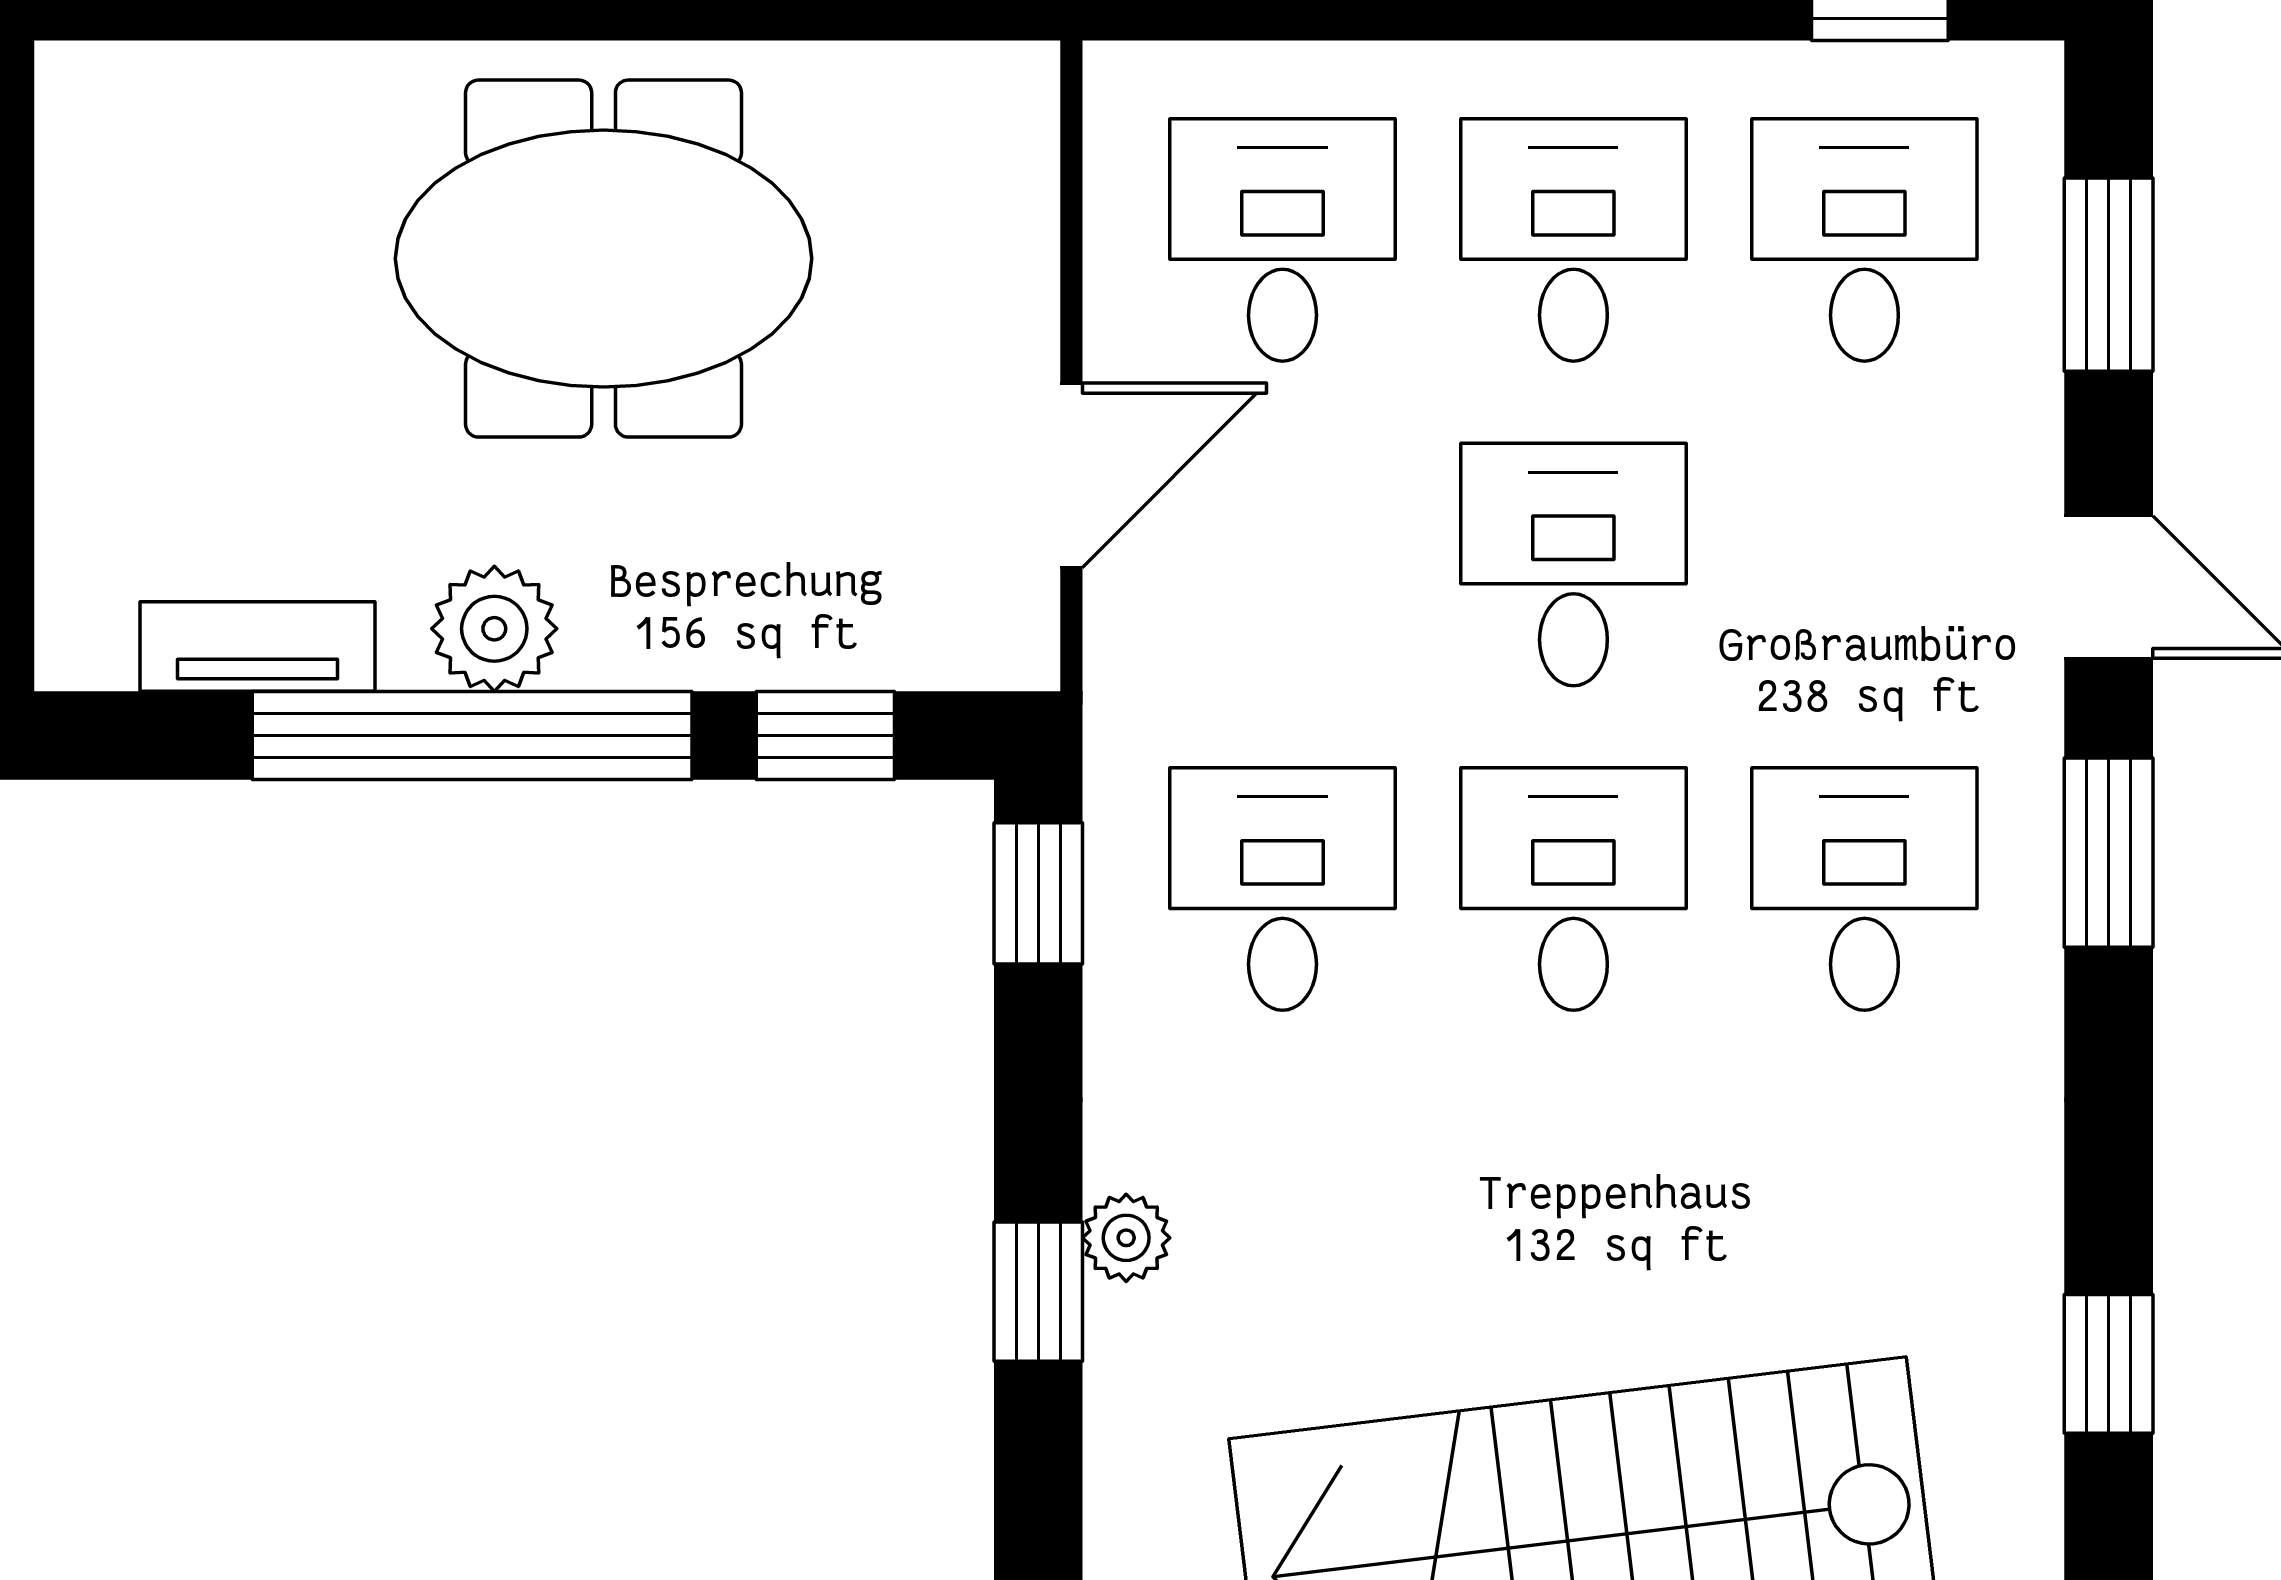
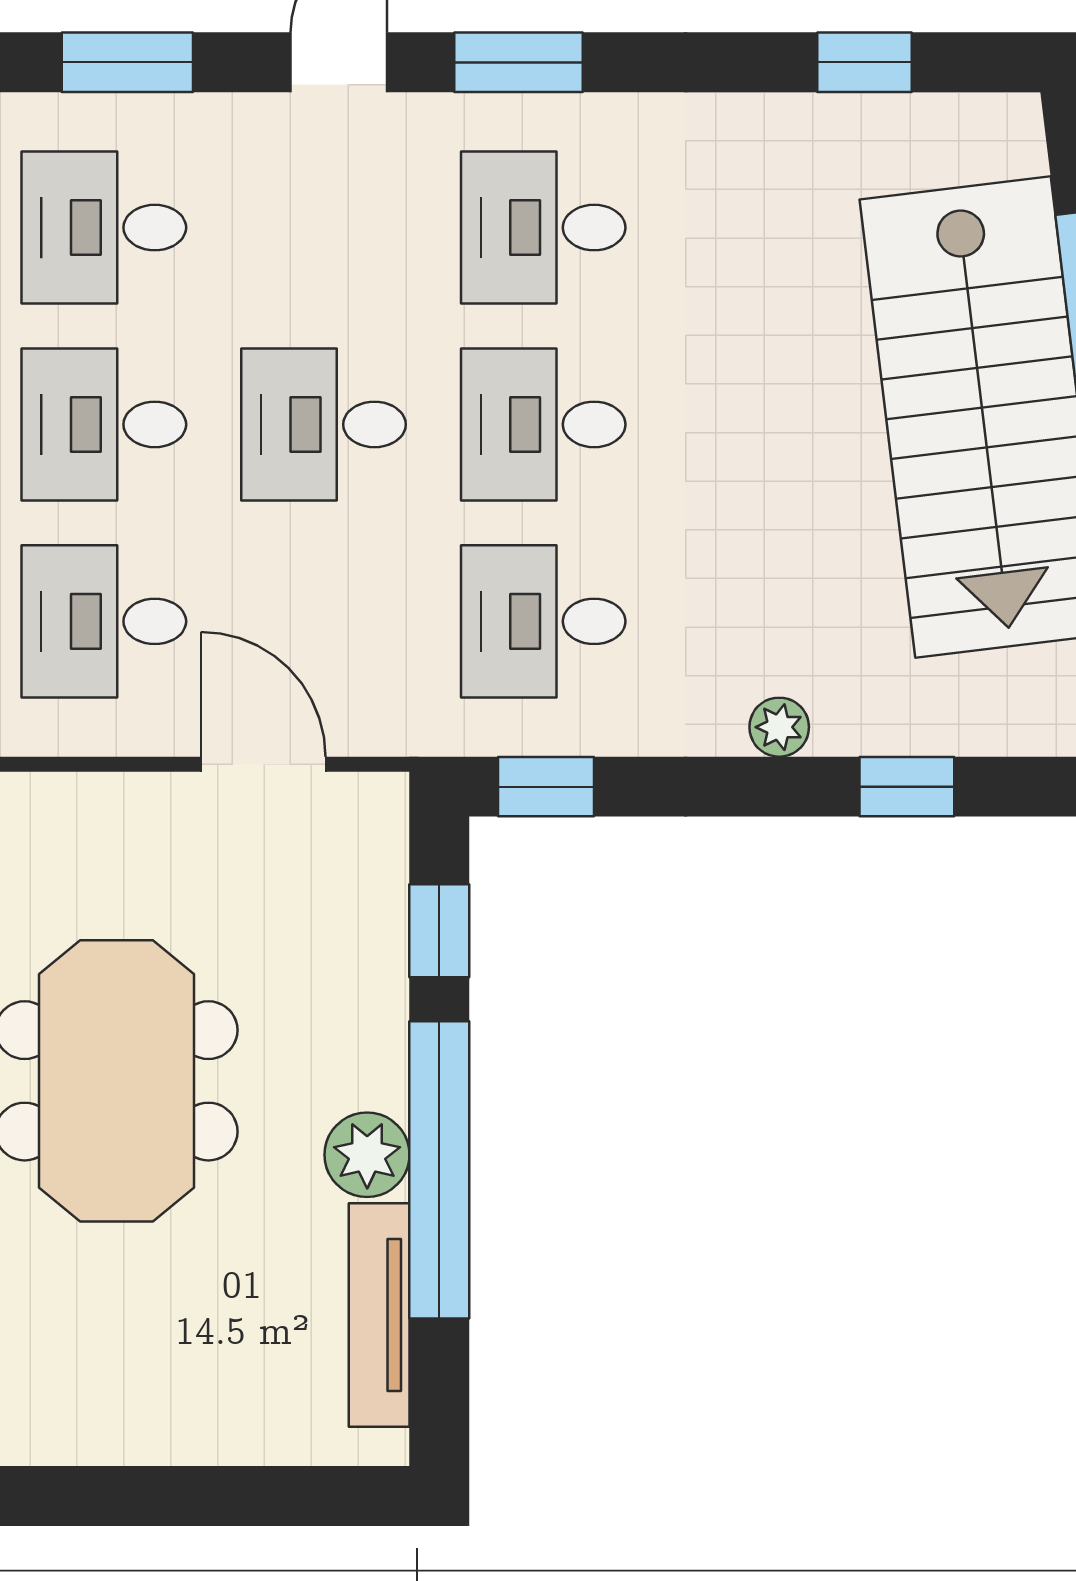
tv unit: (257, 647) -> (379, 1315), width x1.41
window: (1038, 1292) -> (907, 787), moved

